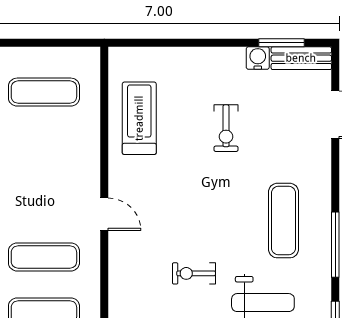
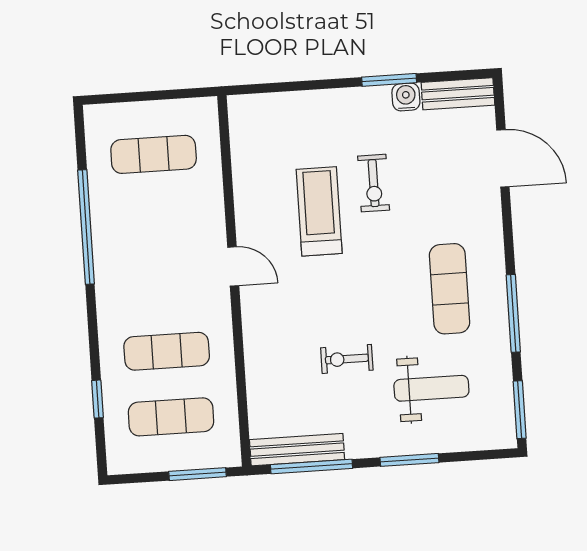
window: (282, 43) -> (389, 80), moved
treadmill: (139, 118) -> (319, 211), moved
door: (104, 214) -> (233, 266), moved

